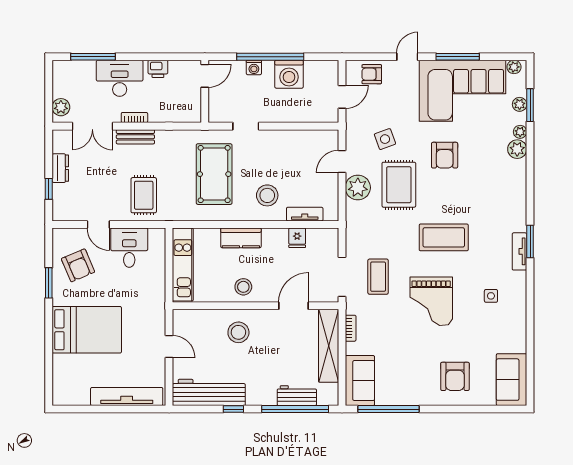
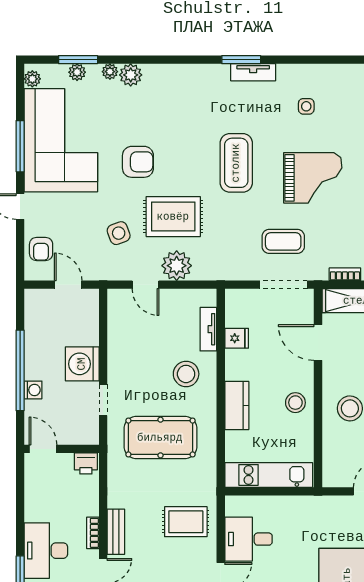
printer: (158, 69) -> (86, 463), moved, turned 90
washing machine: (289, 74) -> (82, 364), moved, turned 180

